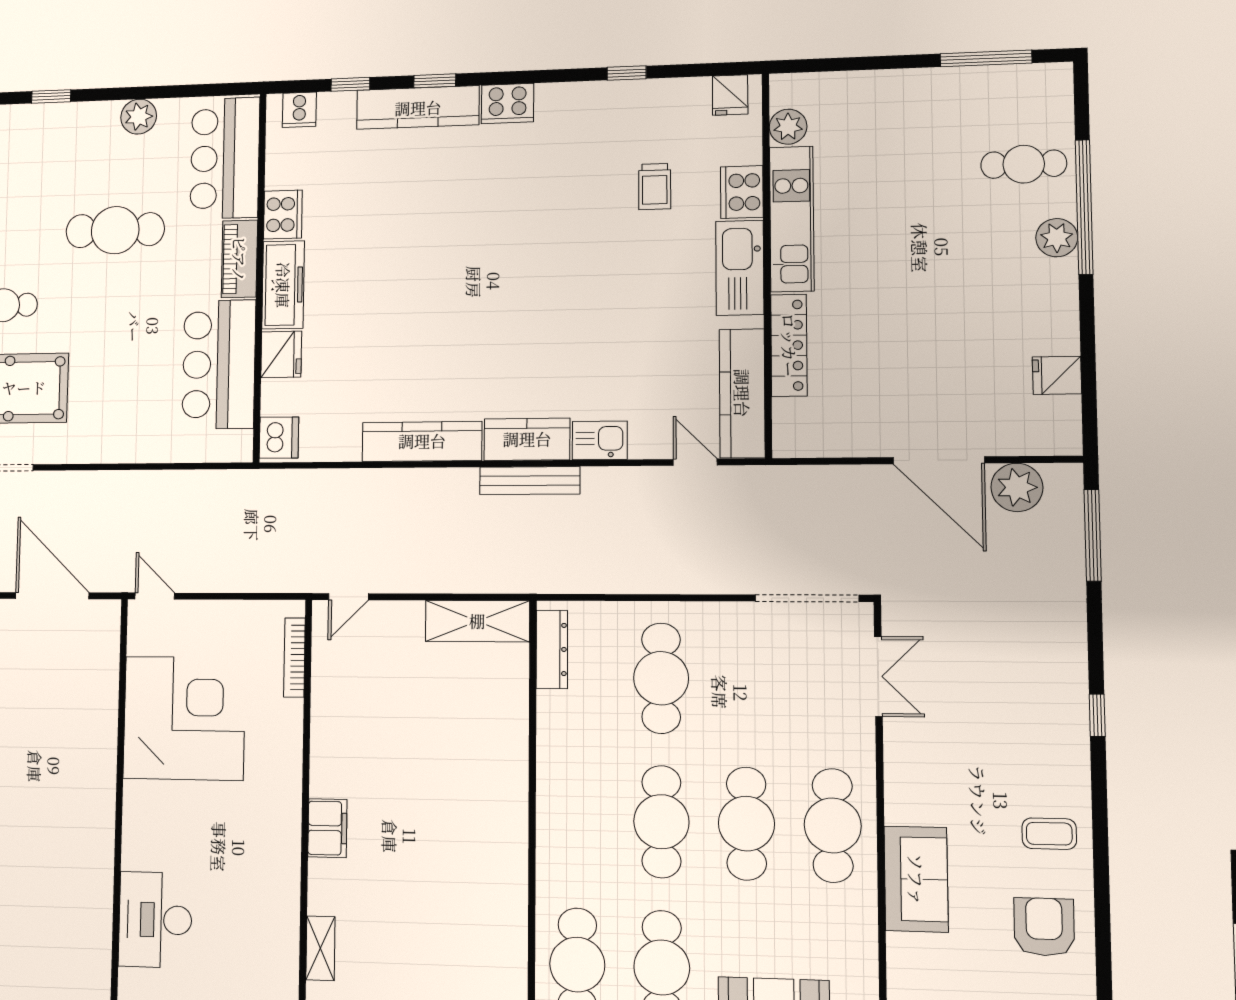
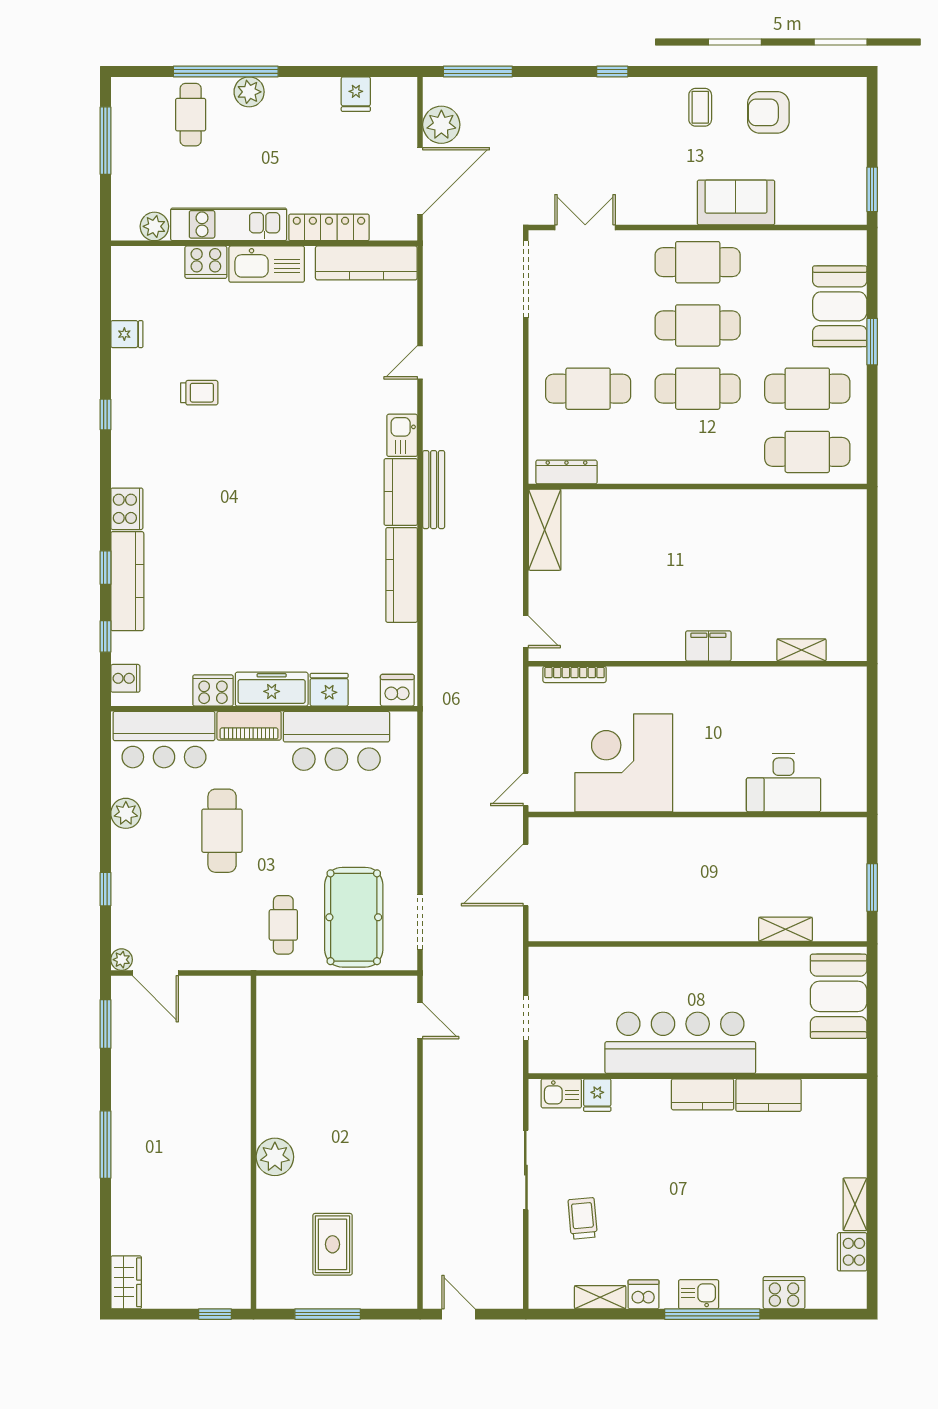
plant: (788, 127) -> (154, 226), moved
cooker: (742, 192) -> (206, 262), moved
kitchen unit: (792, 219) -> (229, 224), moved
wall: (767, 264) -> (264, 243), moved
kitchen sink: (740, 268) -> (267, 264), moved
locker: (789, 345) -> (329, 227), moved
kitchen counter: (742, 393) -> (366, 263), moved

